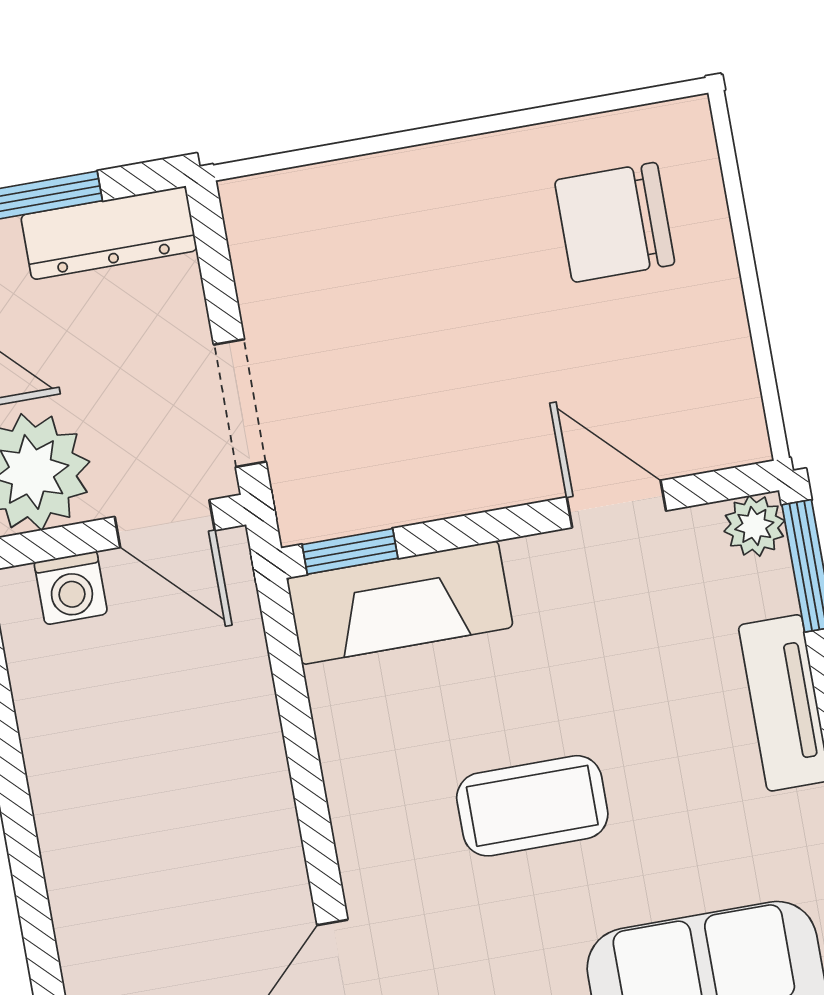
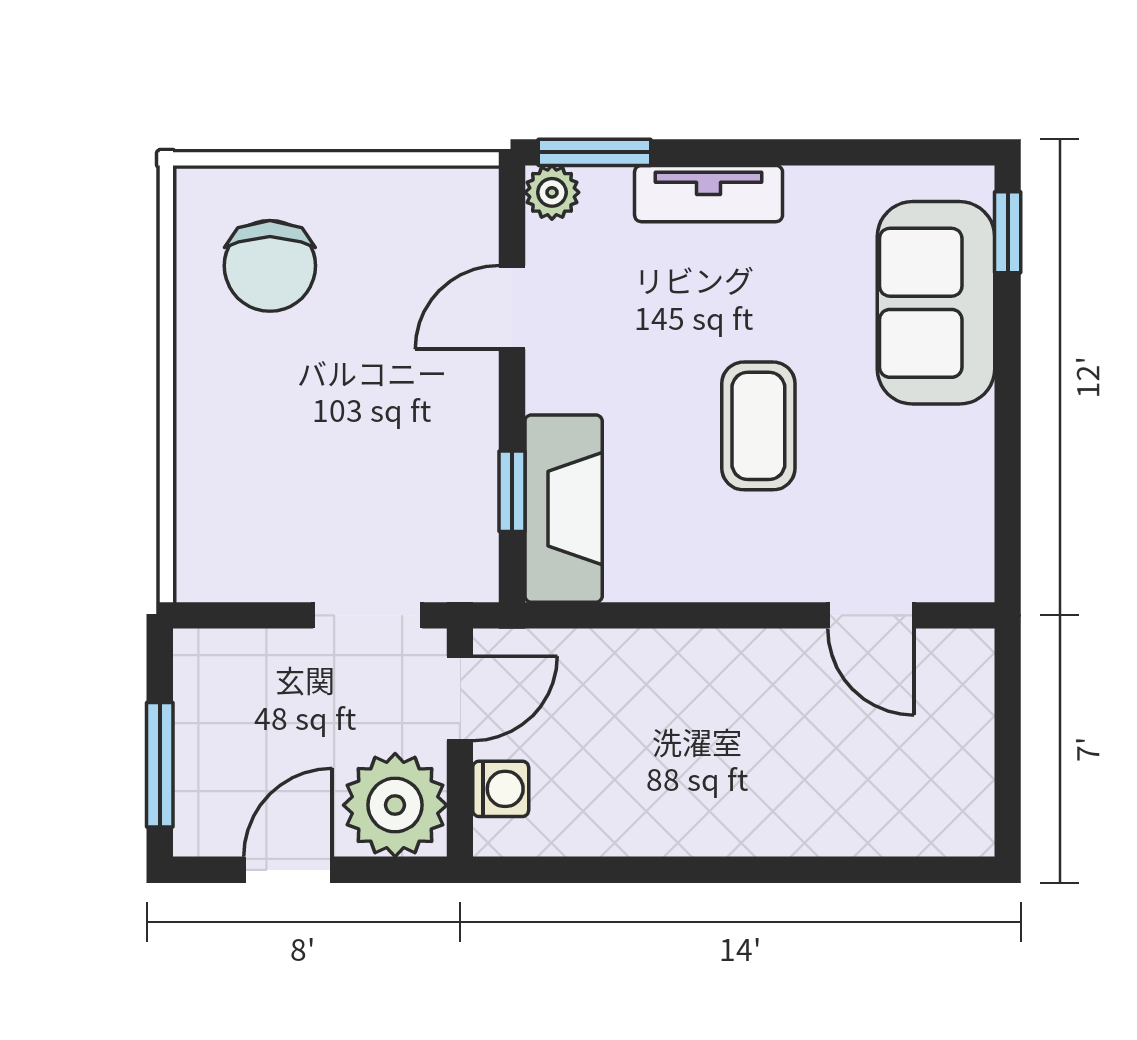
dresser: (109, 233) -> (202, 702), removed
window: (350, 551) -> (512, 491), moved

